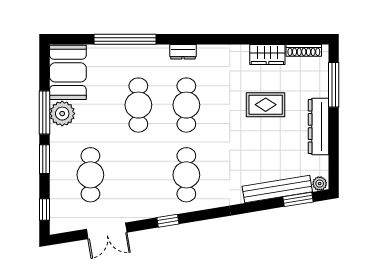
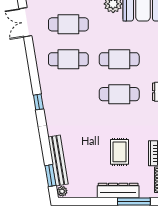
dresser: (318, 127) -> (118, 190), moved
cafe table: (186, 175) -> (68, 59), moved
window: (168, 221) -> (38, 102), moved
double door: (107, 231) -> (25, 22), moved

